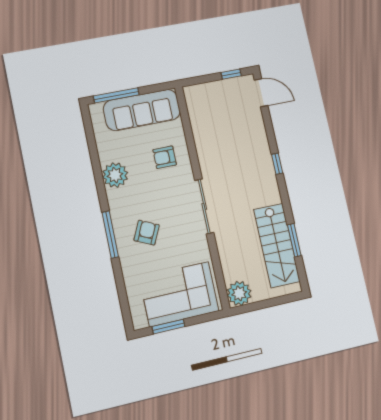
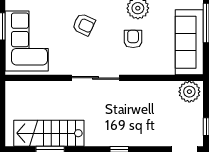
armchair: (165, 157) -> (133, 39), moved
plant: (239, 293) -> (189, 92), moved

